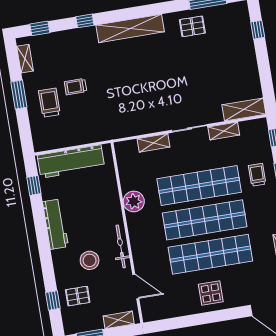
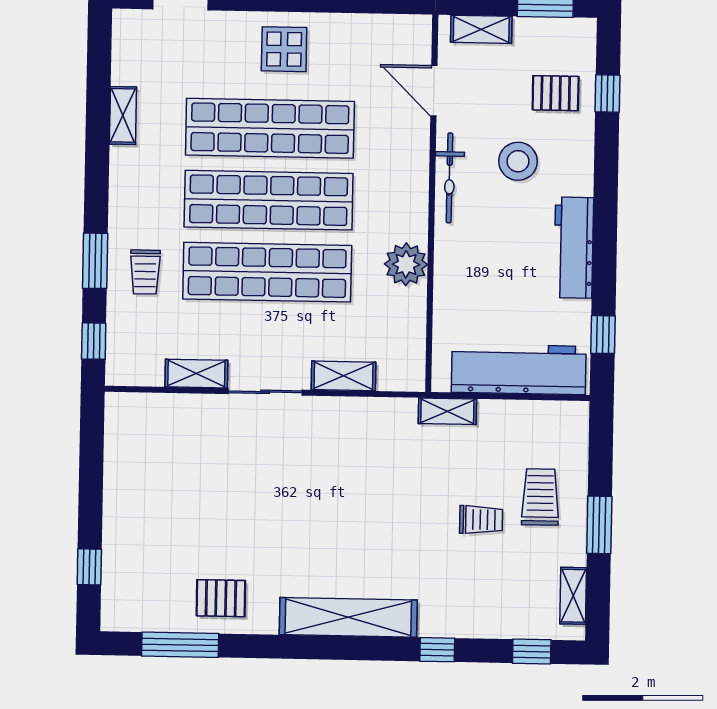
trolley: (49, 103) -> (540, 497), turned 180
shelving: (244, 109) -> (447, 411), moved, width x0.67, depth x0.75

